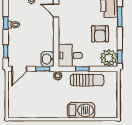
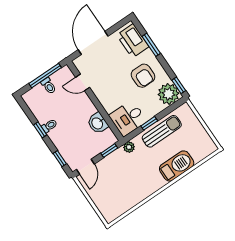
washbasin: (47, 59) -> (98, 123), moved

